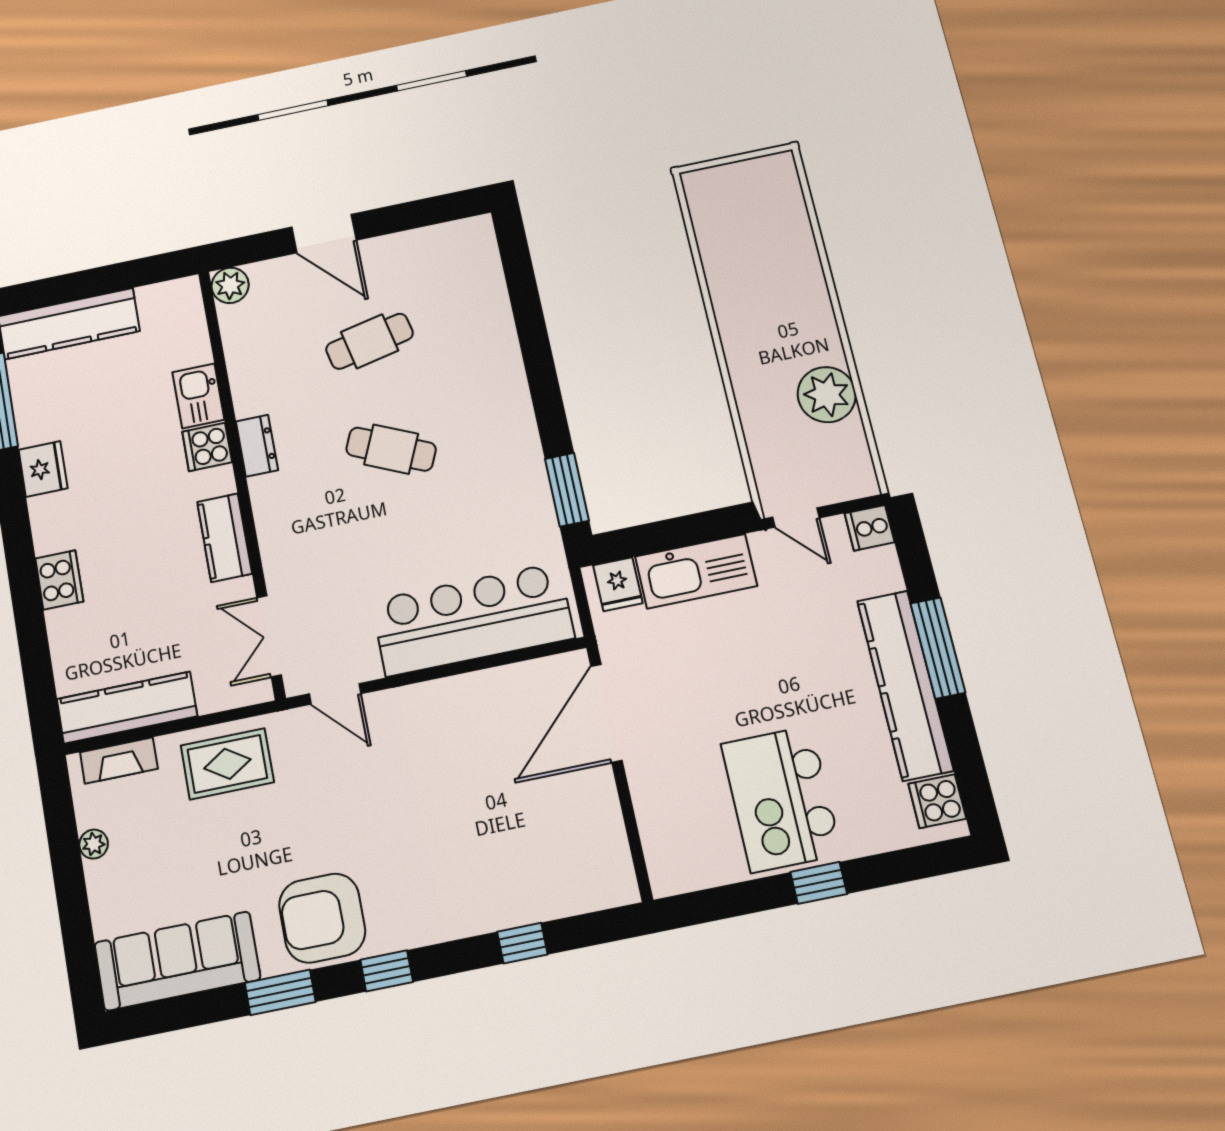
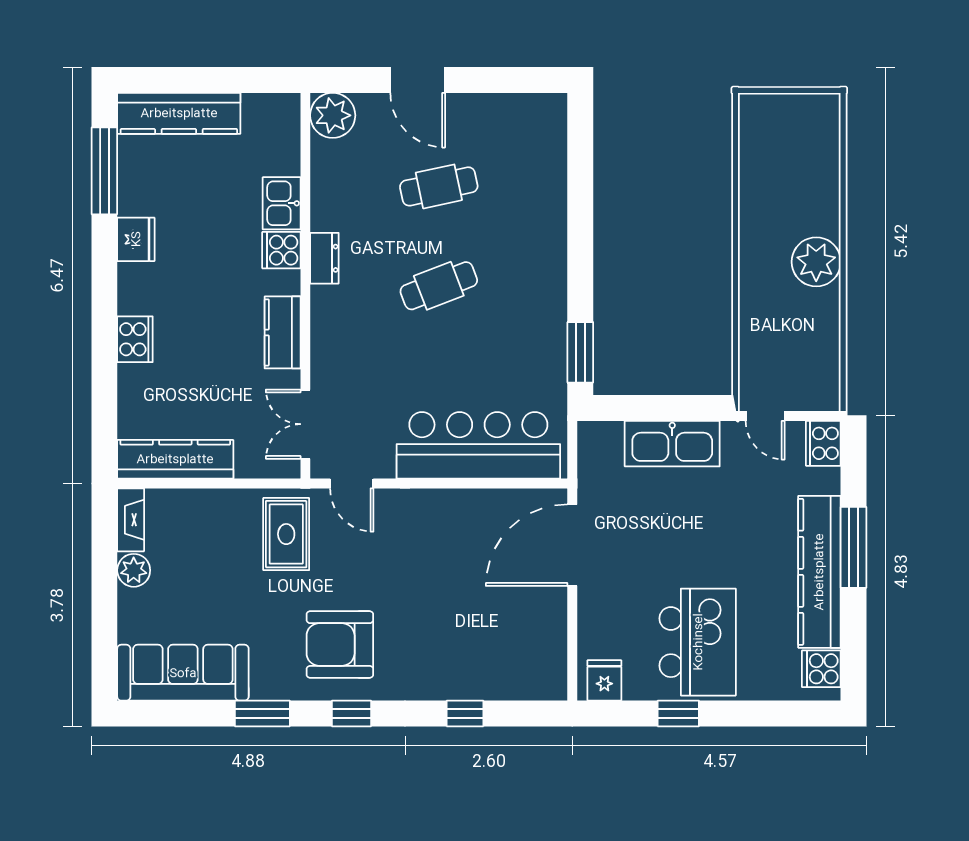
plant: (230, 285) -> (333, 115), width x1.36, depth x1.36
plant: (827, 395) -> (816, 262), moved
cafe table: (391, 449) -> (439, 286), turned -45
cooker: (869, 528) -> (823, 443), width x1.36
fridge: (618, 584) -> (604, 680), moved, turned 180
fireplace: (119, 760) -> (131, 520), moved, turned -90
rug: (227, 764) -> (286, 534), moved, turned 90
kitchen island: (781, 799) -> (698, 642), turned 180
plant: (94, 844) -> (134, 570), width x1.38, depth x1.38
window: (819, 883) -> (678, 713), moved
armchair: (322, 918) -> (340, 645), moved

